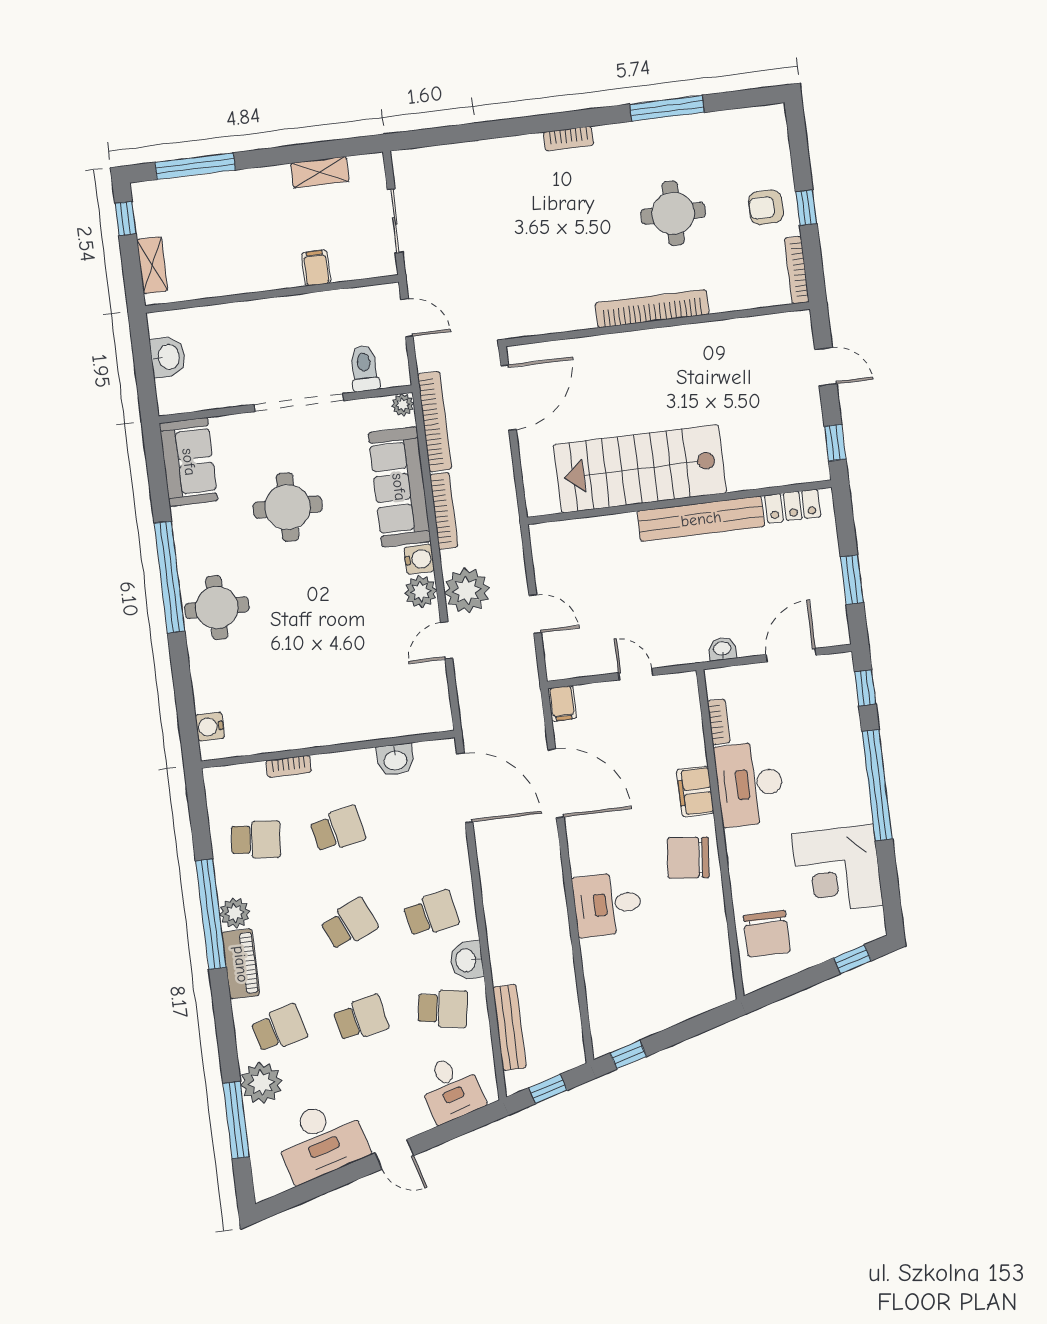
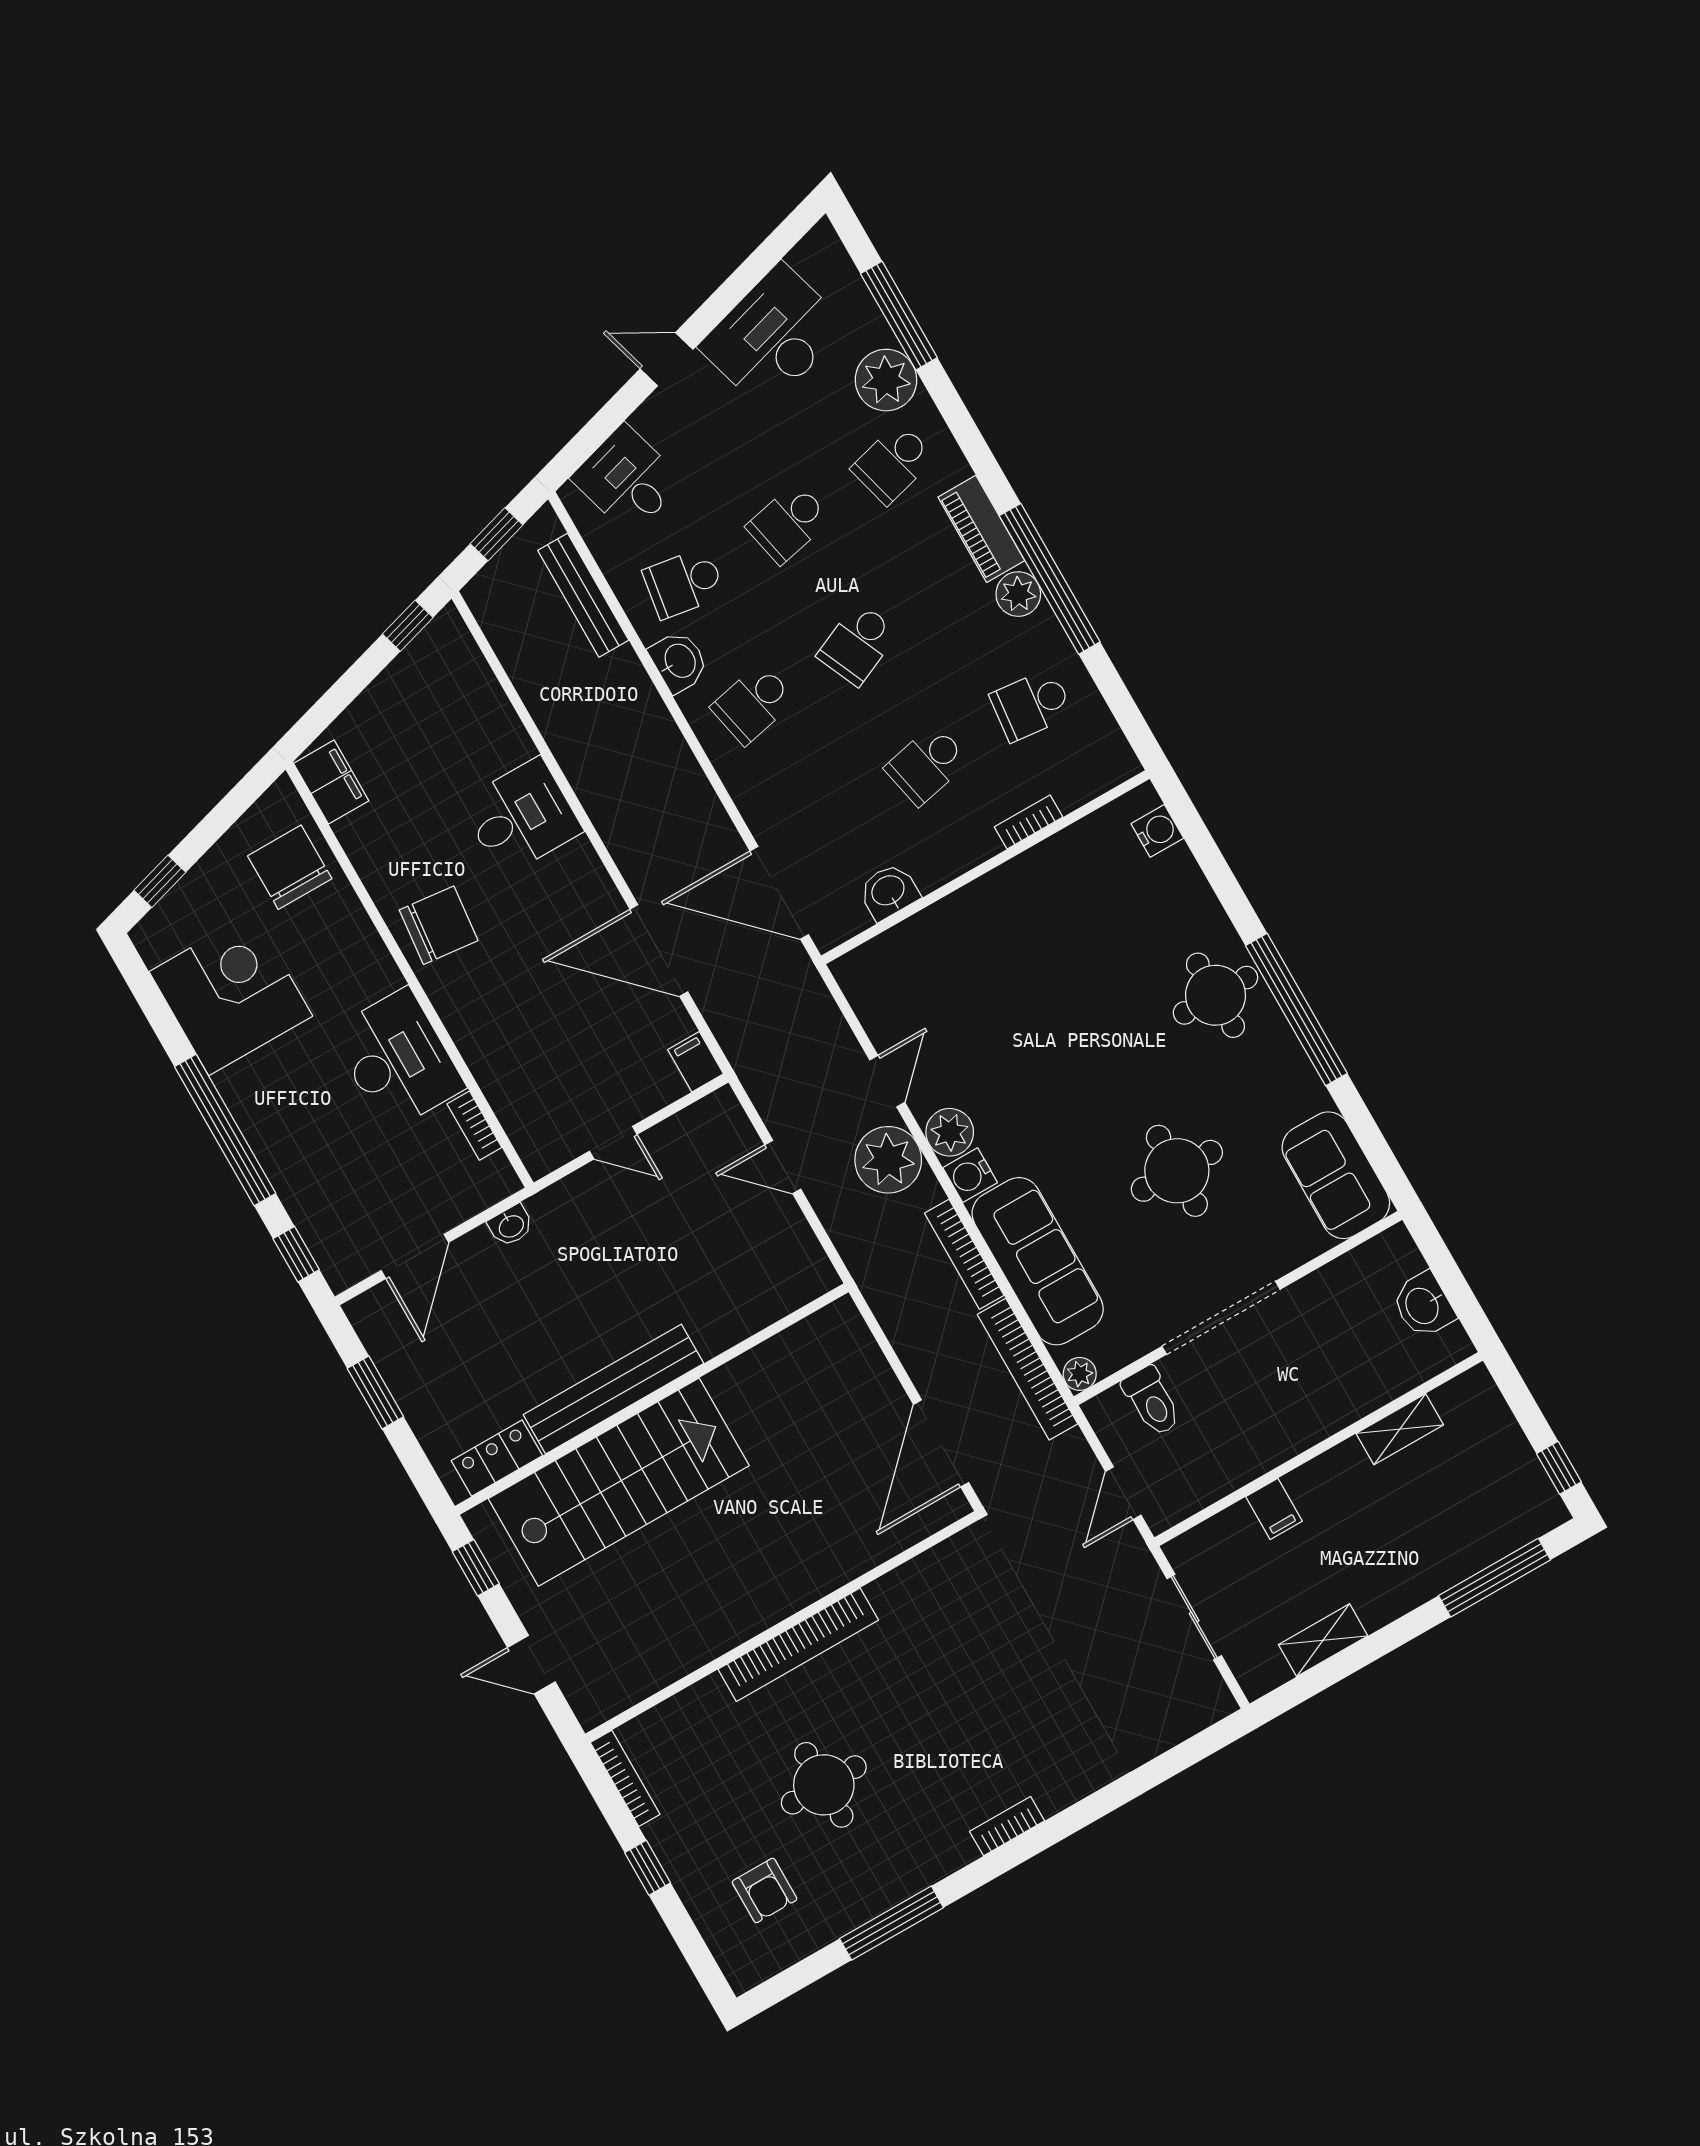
armchair: (766, 207) -> (765, 1890), moved, turned 90
shelving: (152, 265) -> (1400, 1429), moved, turned 90
door: (407, 318) -> (1123, 1493), hinge flipped
stairs: (640, 469) -> (619, 1482), moved
filing cabinet: (695, 791) -> (331, 782), moved

